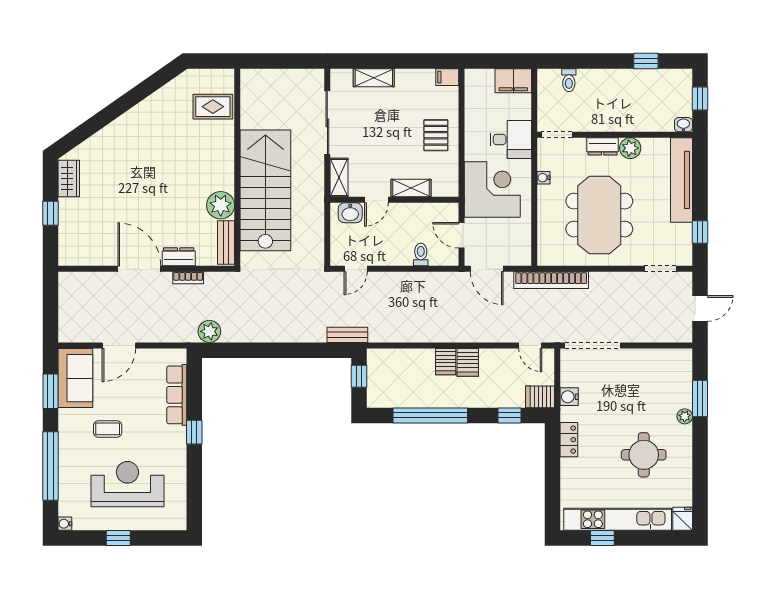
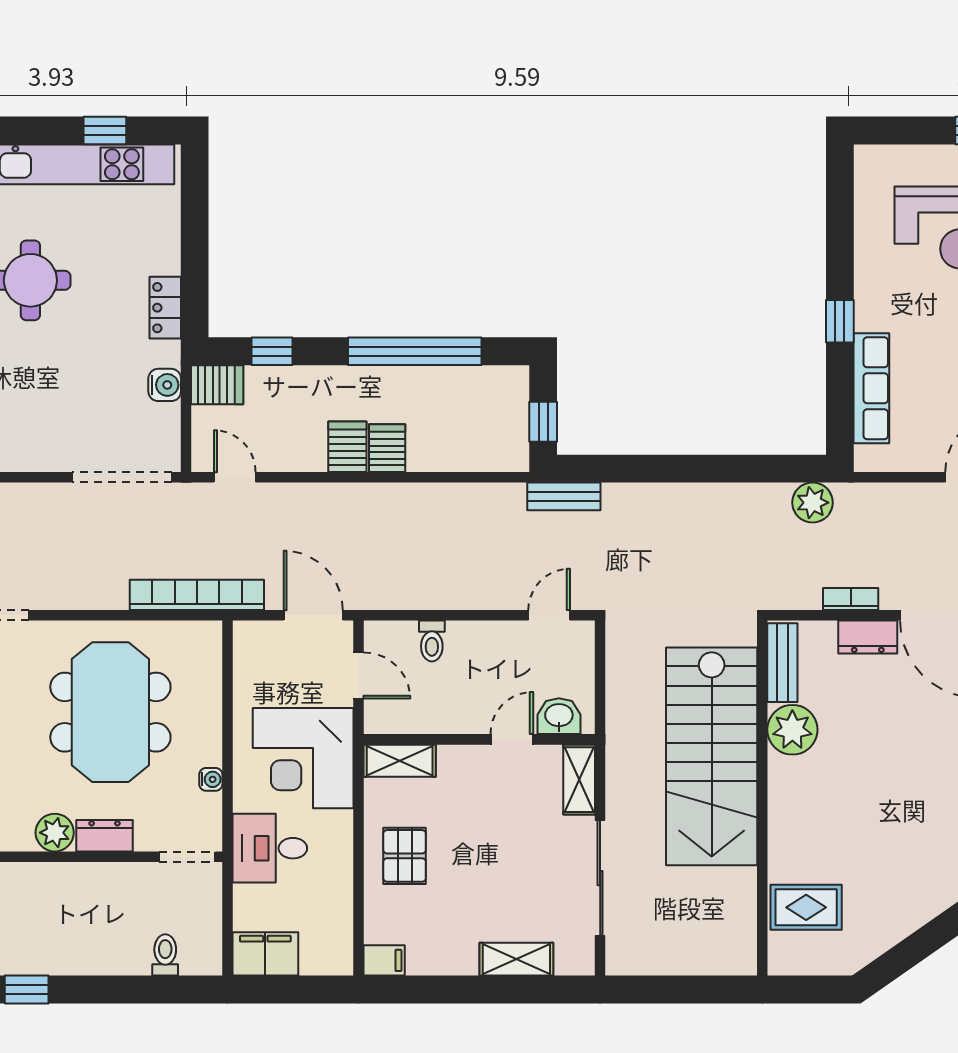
shelving: (411, 188) -> (400, 761), moved

